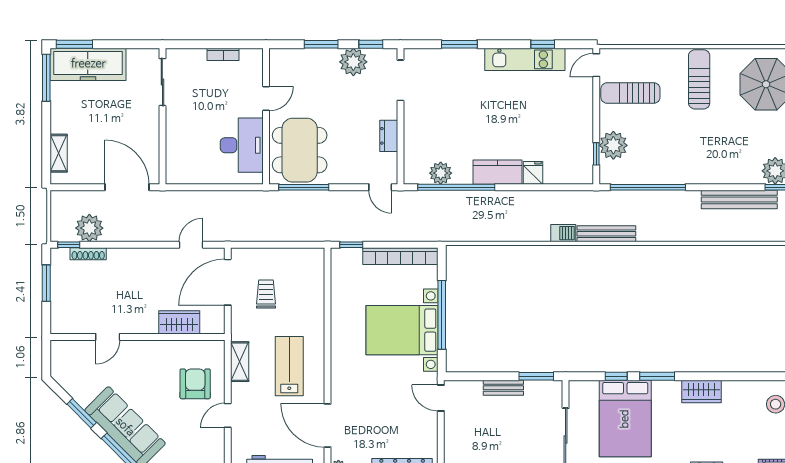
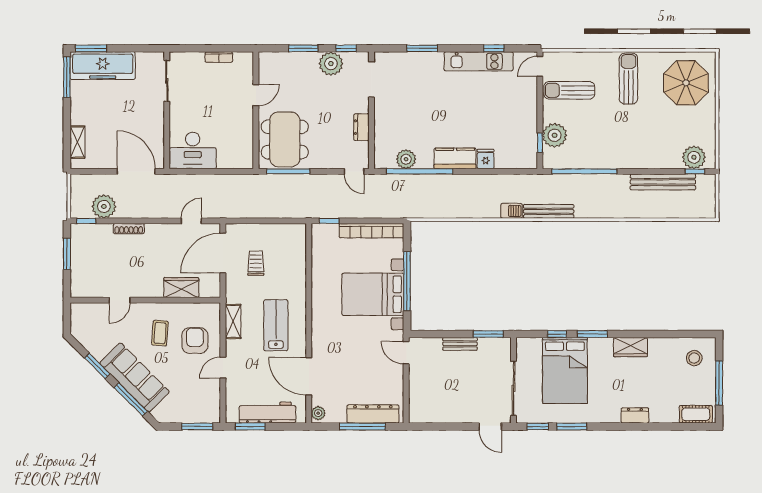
desk: (242, 145) -> (193, 150), moved, turned 90
shoe rack: (88, 254) -> (129, 229), moved
coffee table: (155, 375) -> (160, 333), added

